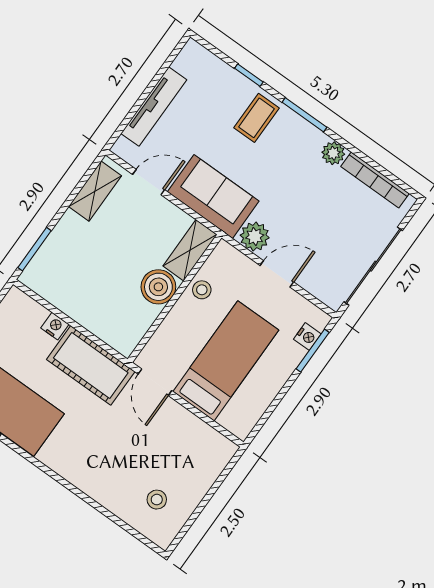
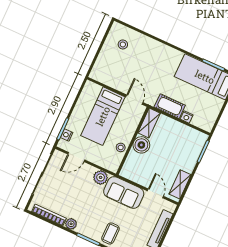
door: (149, 182) -> (155, 193), swing flipped
shelving: (190, 250) -> (149, 123), moved
door: (277, 274) -> (76, 157), moved
cot: (91, 365) -> (170, 106), width x0.73, depth x0.75

